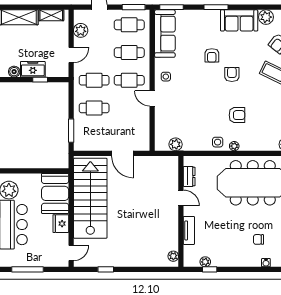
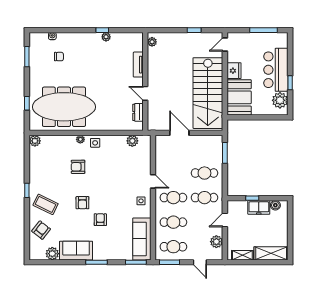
dresser: (189, 176) -> (138, 112), moved
door: (181, 198) -> (145, 93), moved
wall: (181, 211) -> (145, 81), moved
tv unit: (189, 230) -> (138, 65), moved
plant: (173, 256) -> (152, 42), moved

